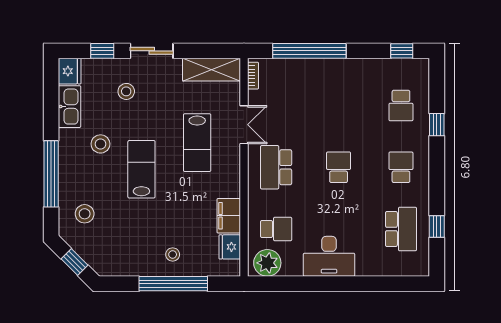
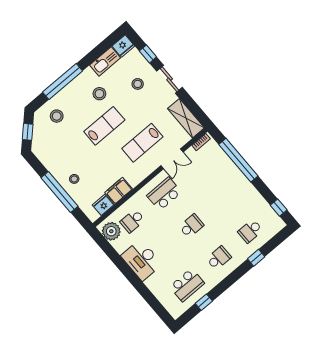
school desk: (276, 229) -> (132, 221), turned 90

